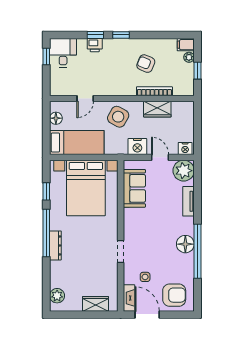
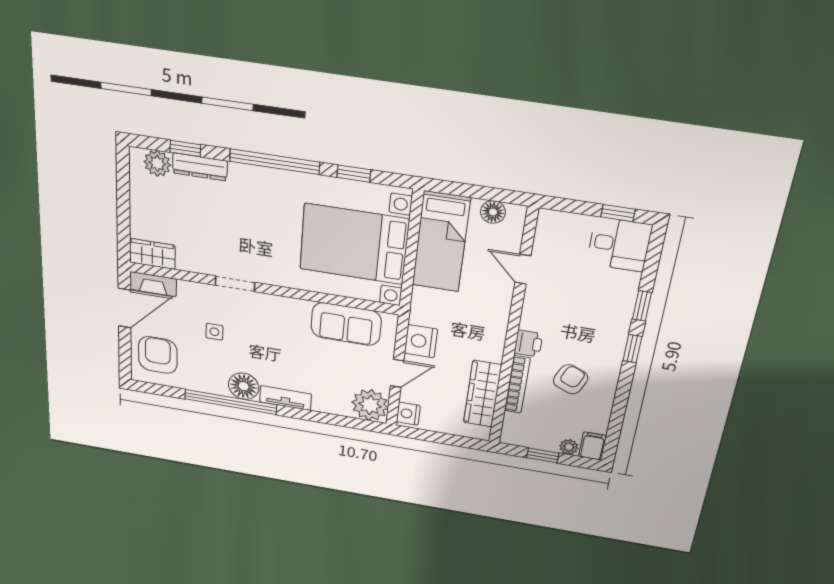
printer: (95, 45) -> (528, 343), moved, turned 180
wardrobe: (157, 109) -> (482, 394), width x1.50
side table: (118, 117) -> (480, 319), removed
tv unit: (188, 201) -> (286, 398), moved
dresser: (55, 245) -> (200, 167), moved
side table: (145, 277) -> (214, 332), moved
window: (46, 281) -> (185, 148), added
armchair: (174, 295) -> (158, 355), turned 180
wardrobe: (95, 304) -> (152, 254), moved, turned -90

